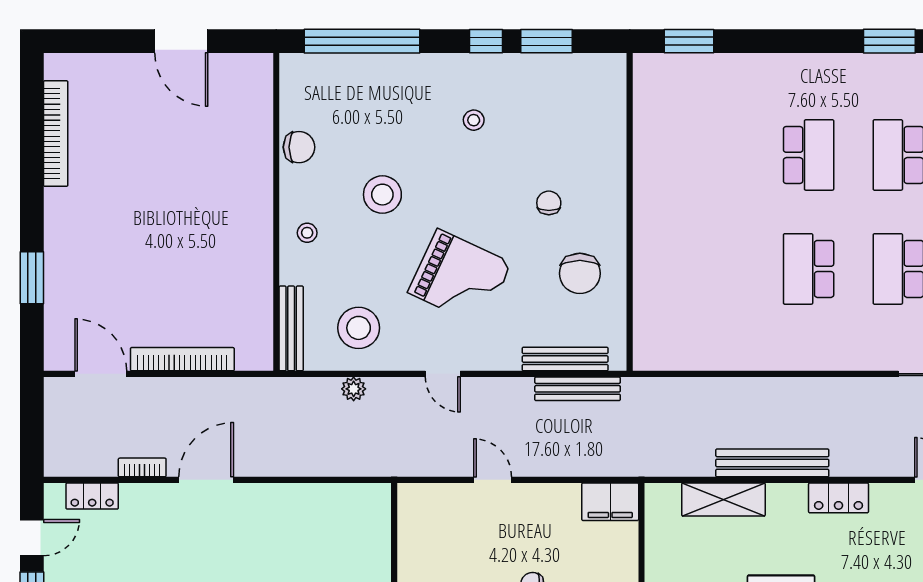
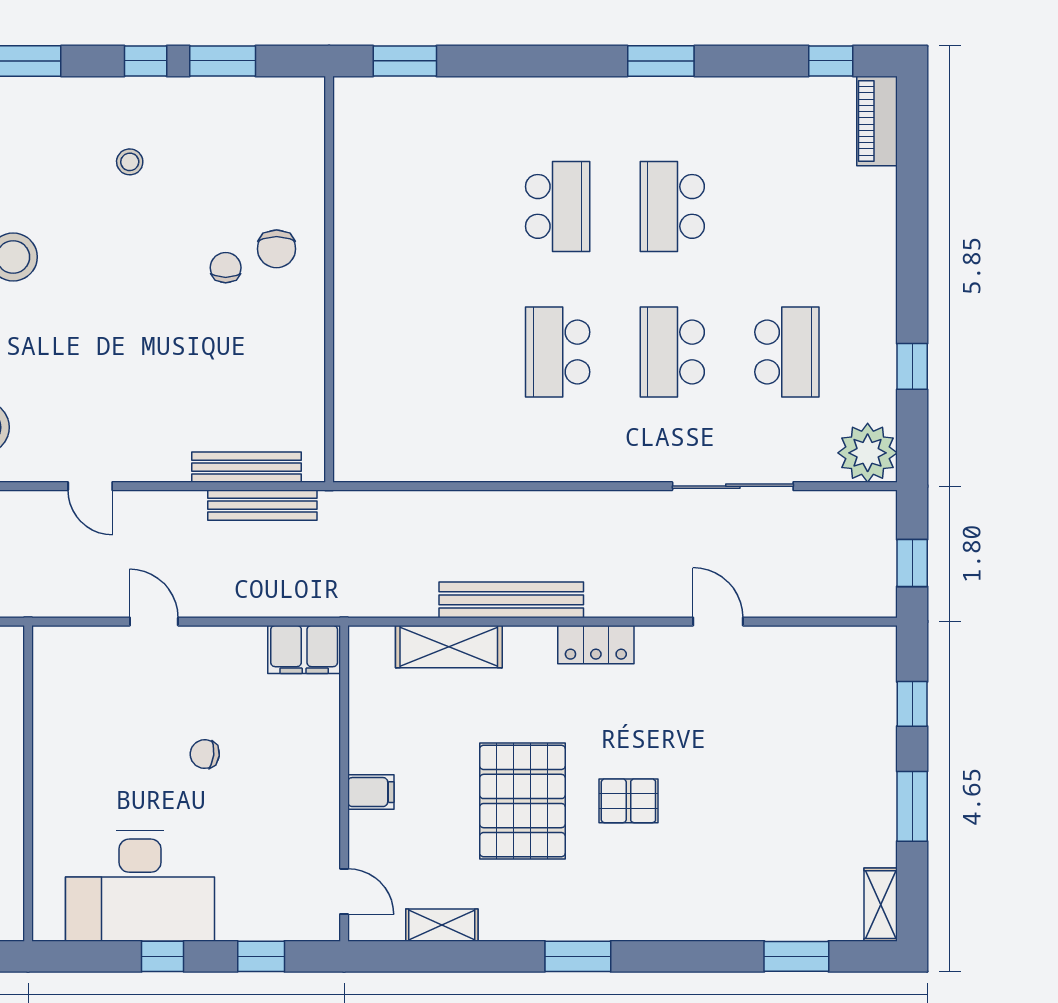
chair: (580, 273) -> (277, 249), moved, width x0.73, depth x0.73
grand piano: (460, 278) -> (112, 363), removed

